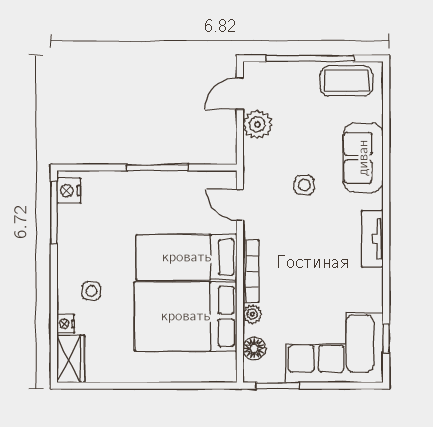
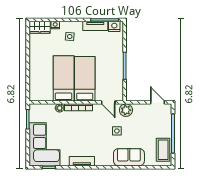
plant: (257, 124) -> (126, 110), moved
door: (240, 205) -> (108, 102), swing flipped
tv unit: (67, 233) -> (95, 26), added
tv unit: (372, 239) -> (82, 161), moved
bed: (186, 316) -> (64, 78), width x0.67
floor lamp: (254, 348) -> (44, 109), removed

